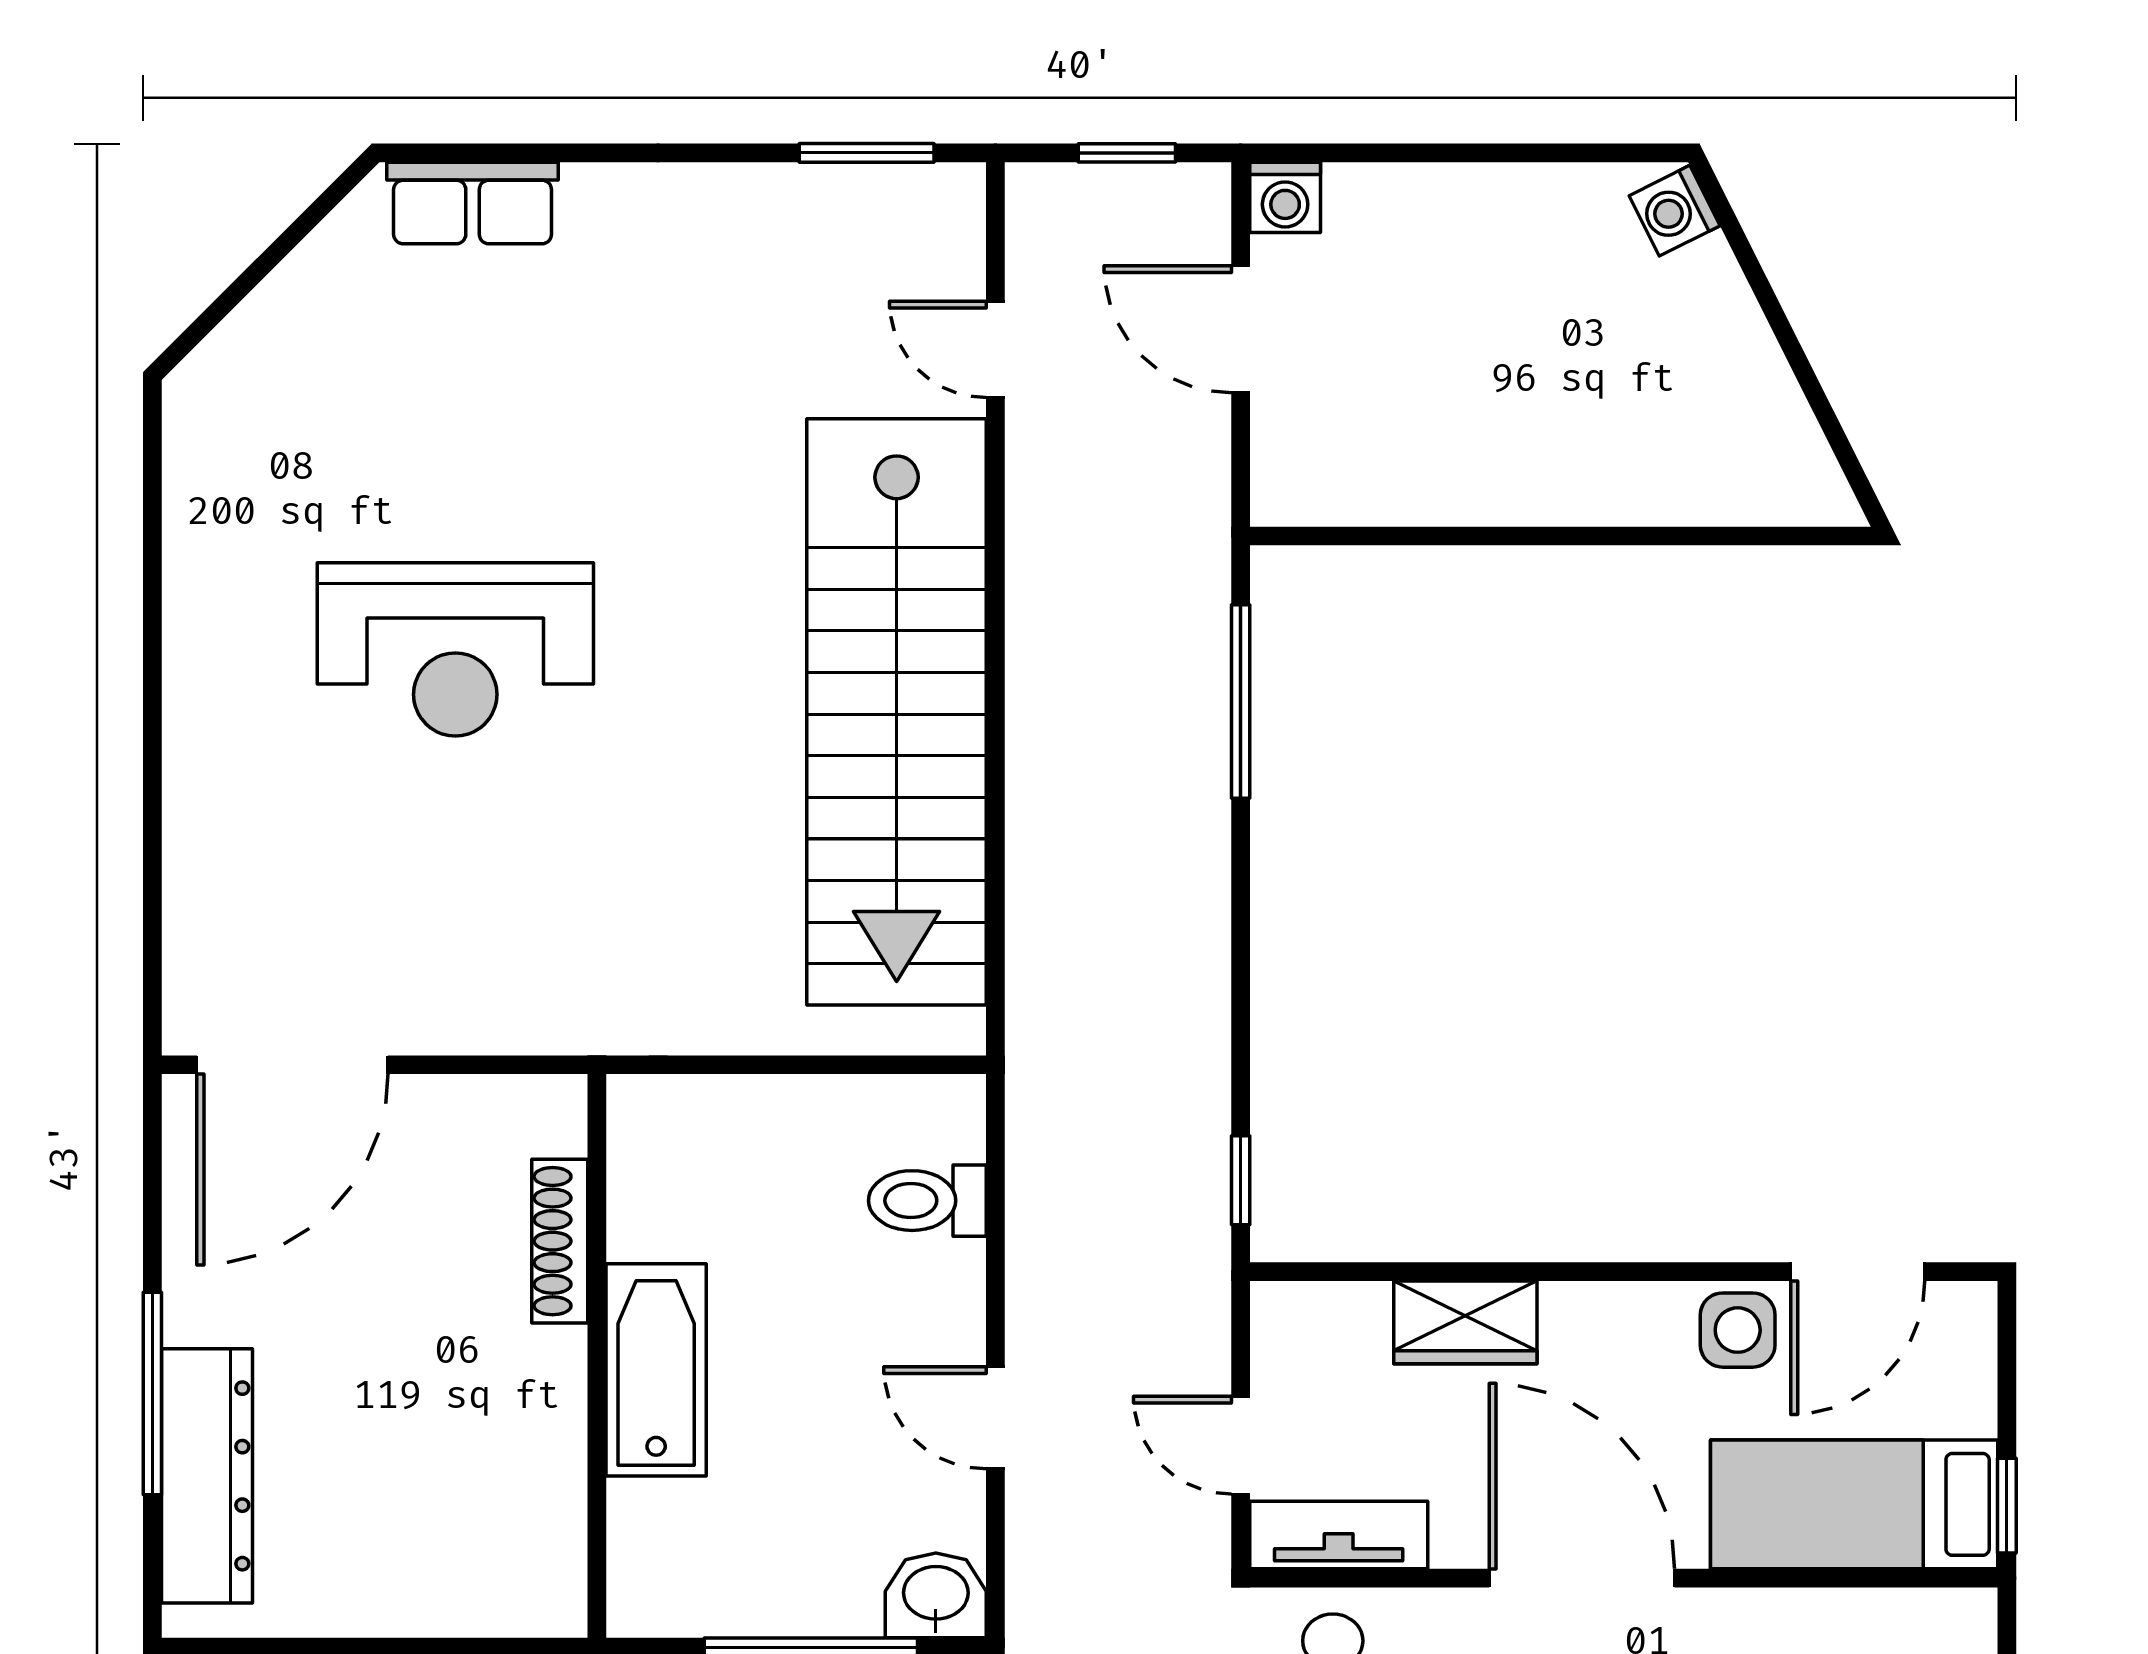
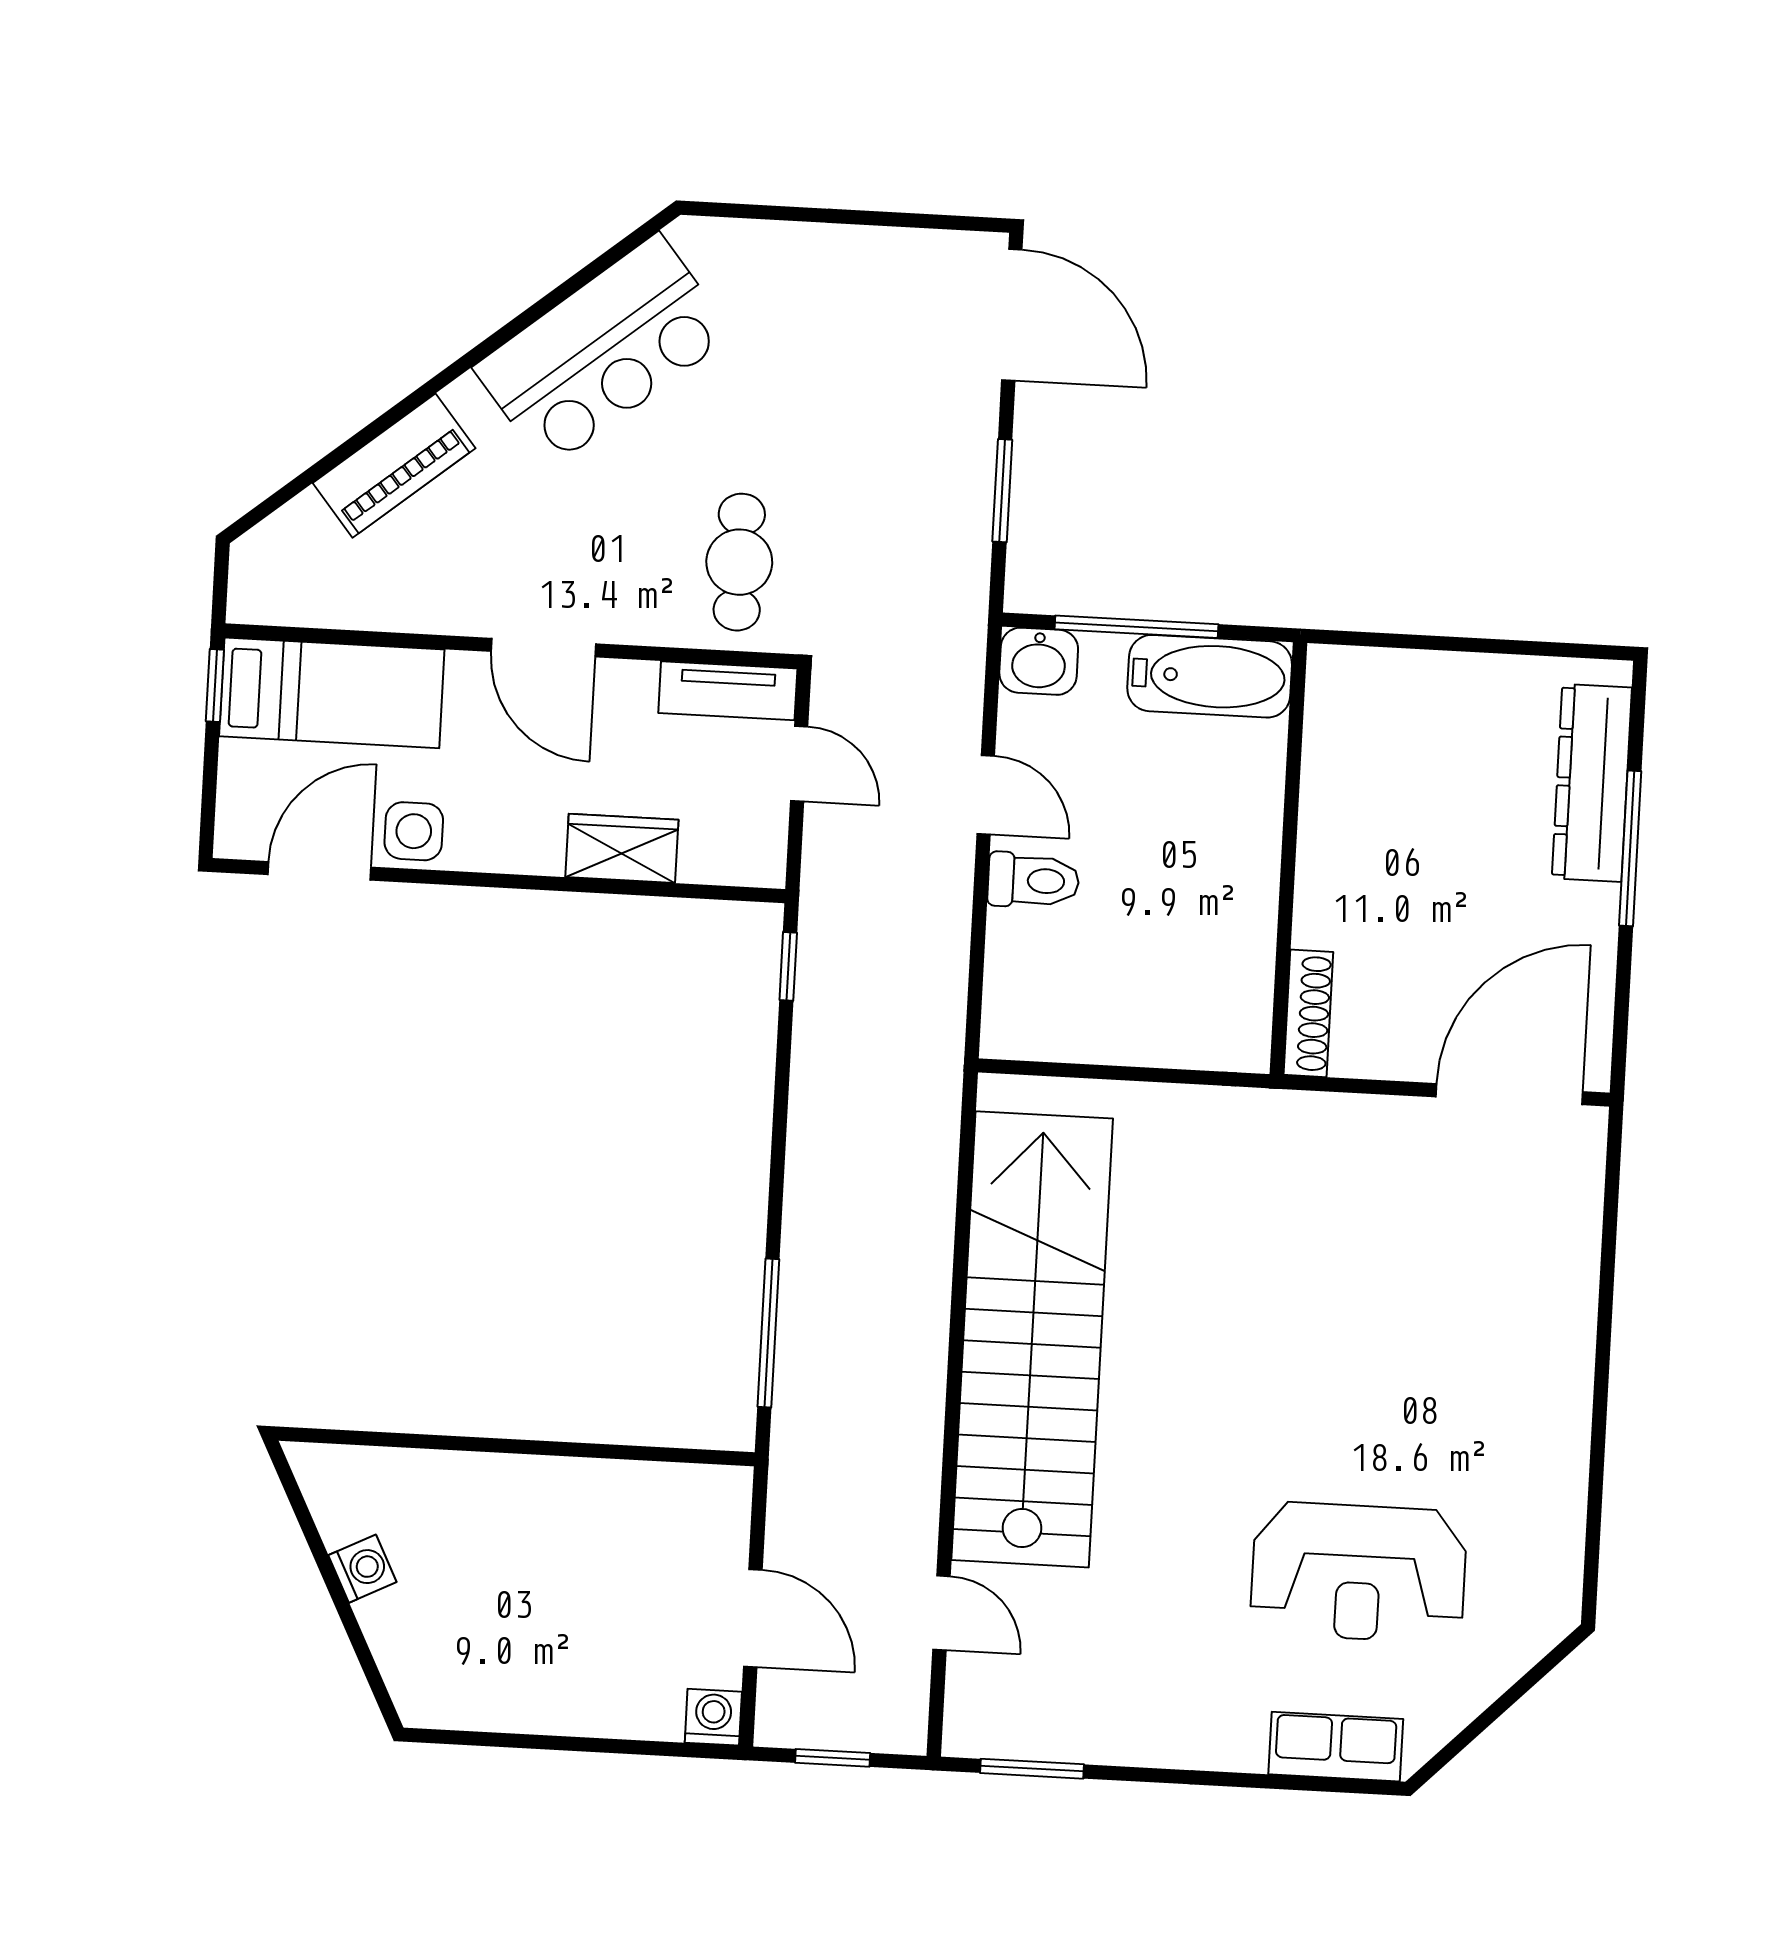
washing machine: (1675, 211) -> (362, 1569), moved
reception desk: (455, 649) -> (1359, 1572), moved, turned 180
toilet: (927, 1201) -> (1033, 881), moved
shoe rack: (560, 1241) -> (1308, 1013), moved
bathtub: (656, 1370) -> (1210, 676), moved, turned -90
door: (1582, 1578) -> (543, 648), width x0.73

